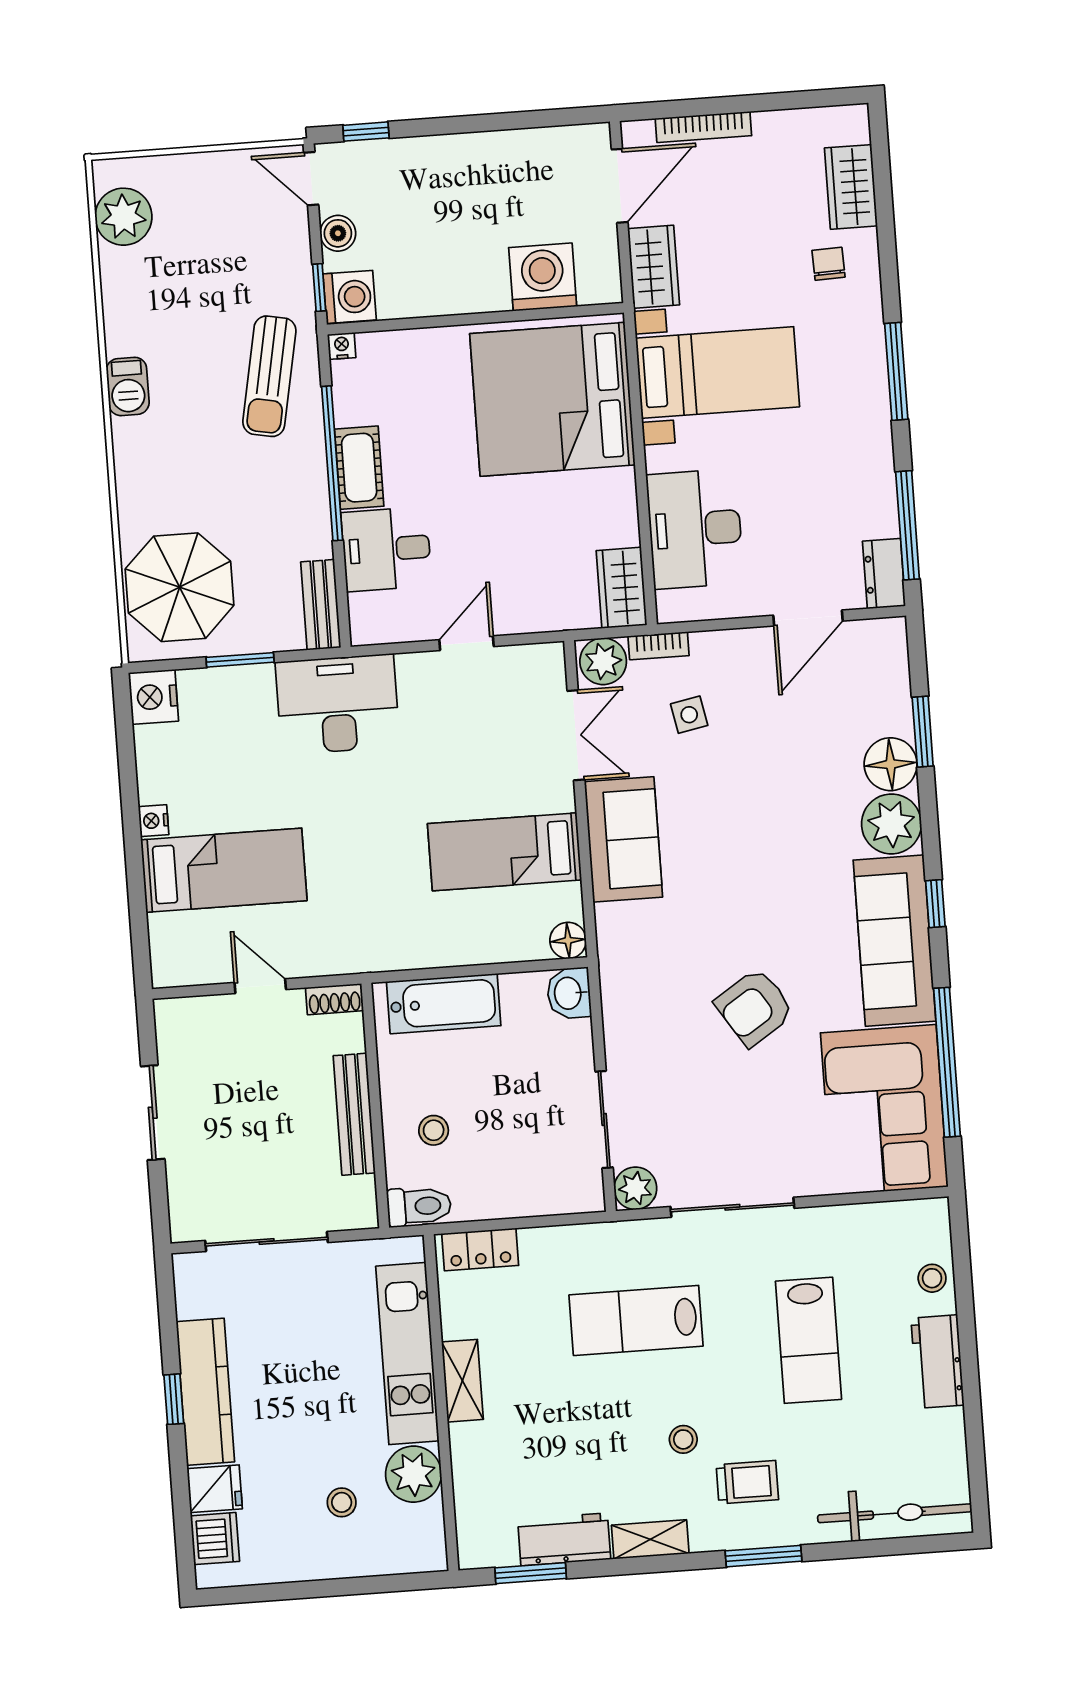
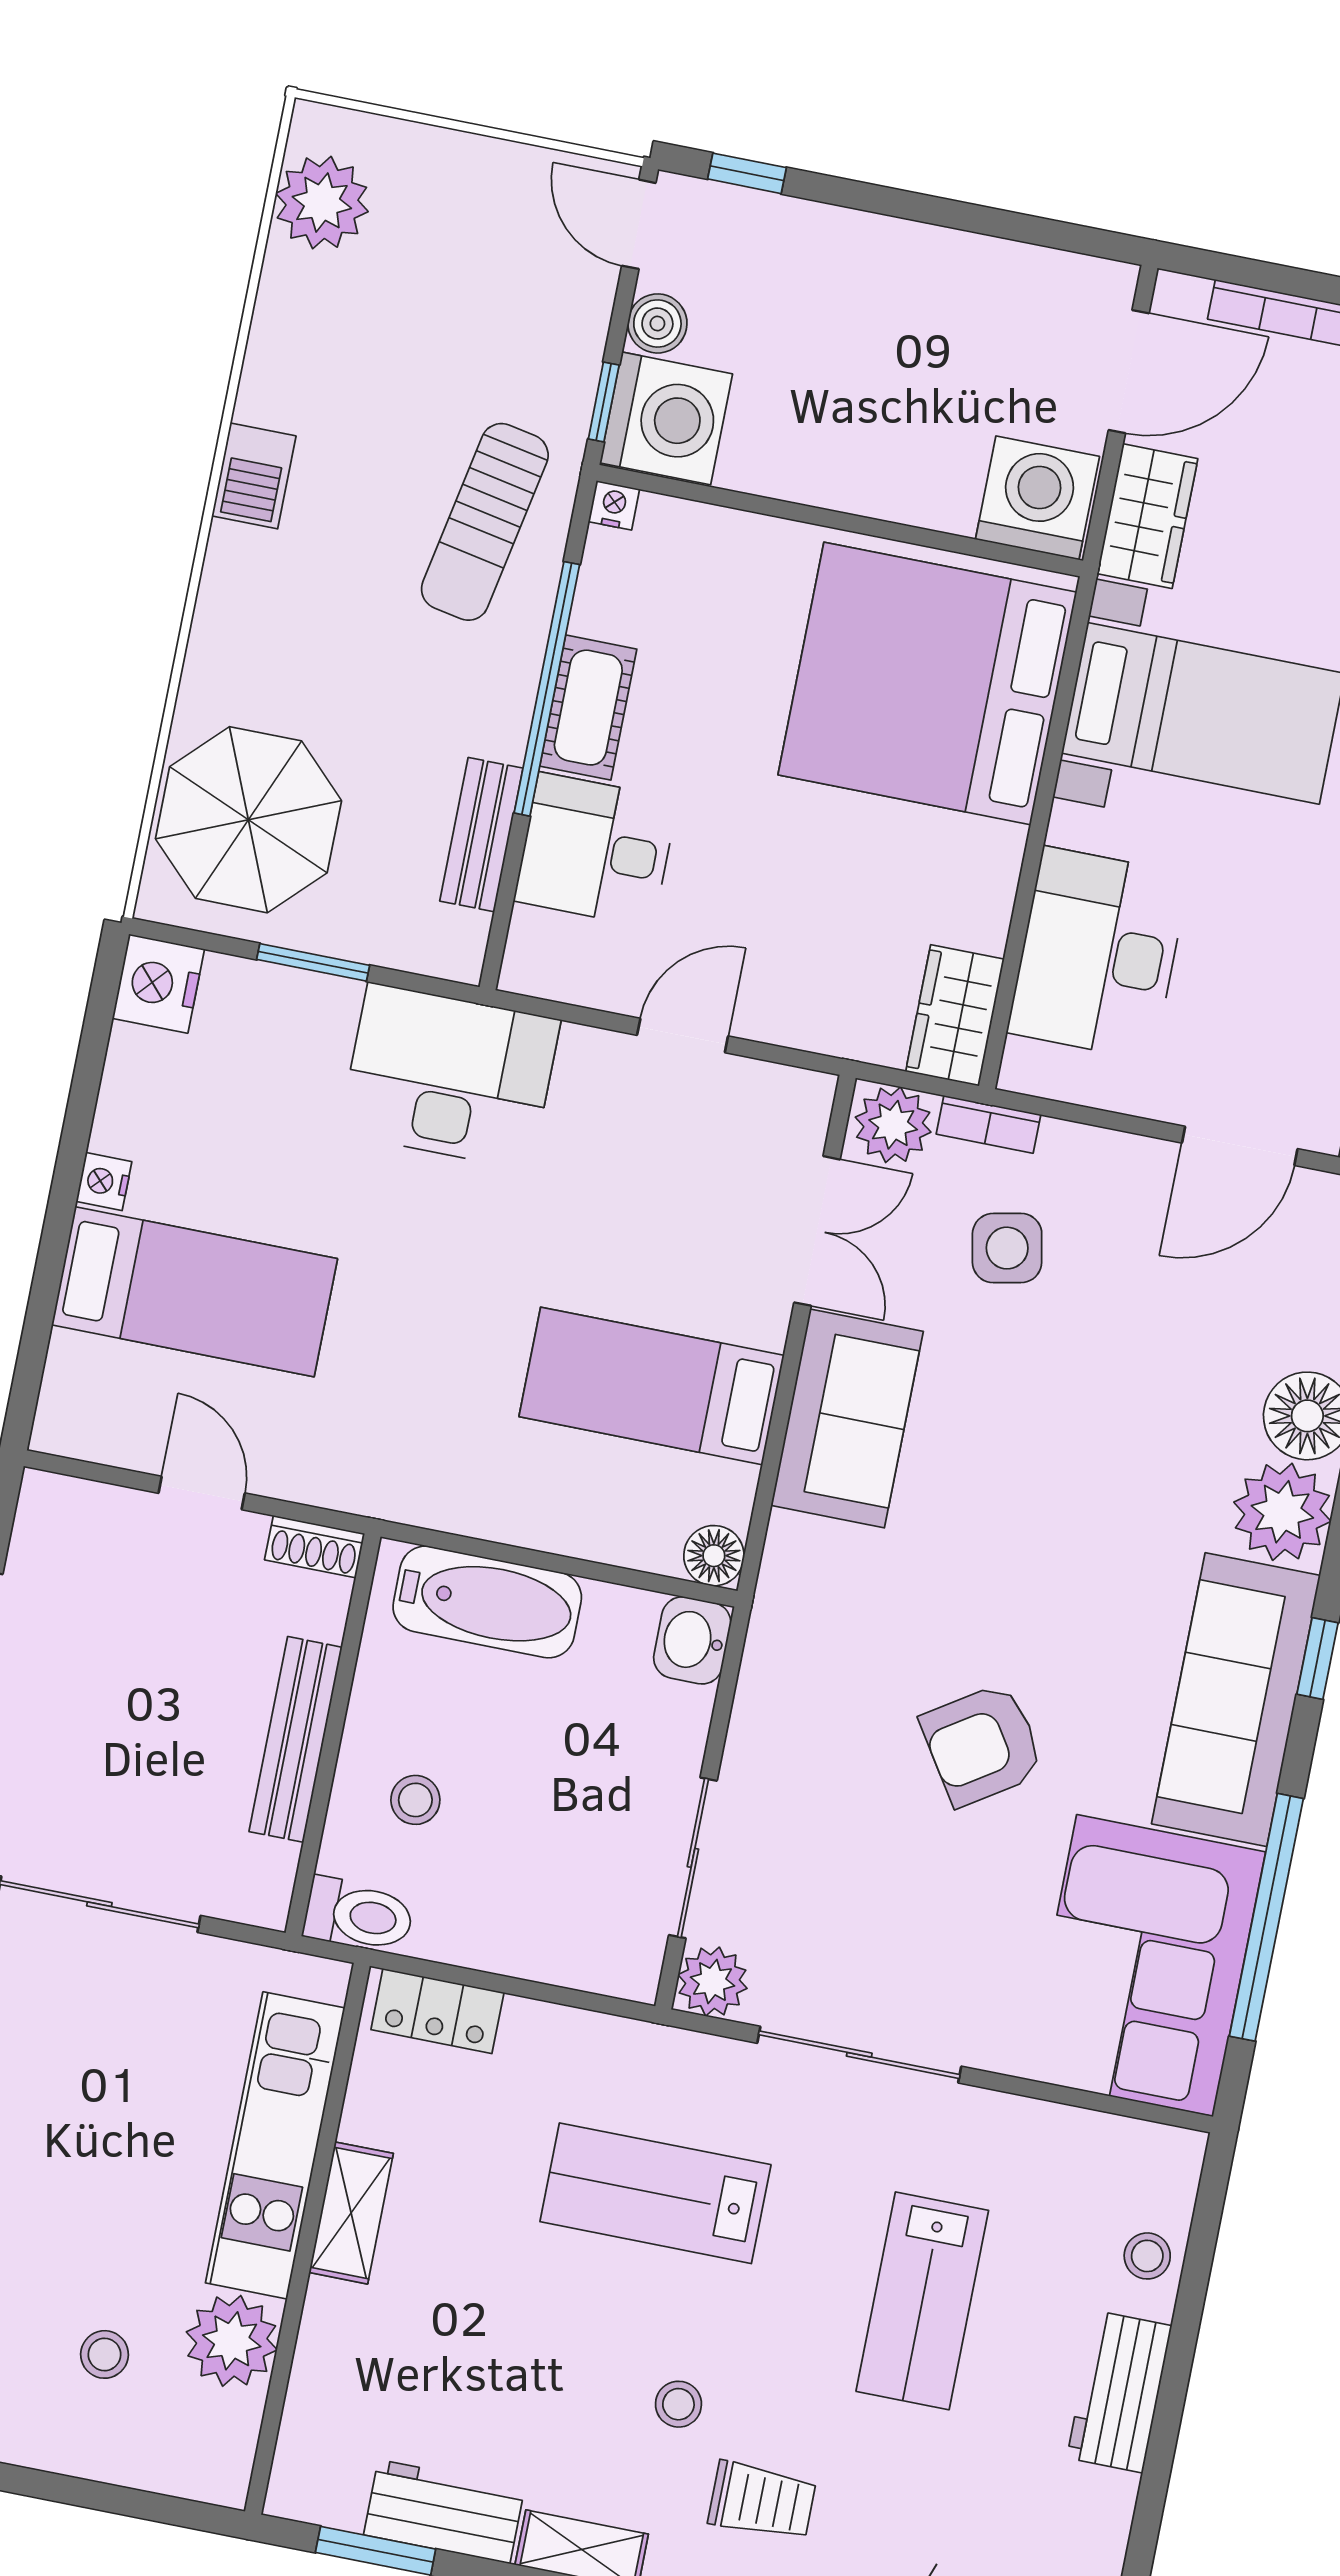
washing machine: (543, 277) -> (1037, 498), moved
washing machine: (350, 297) -> (666, 418), width x1.37, depth x1.37
bench: (321, 605) -> (481, 835), moved
side table: (689, 715) -> (1007, 1248), width x1.37, depth x1.37

